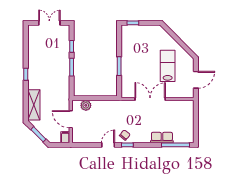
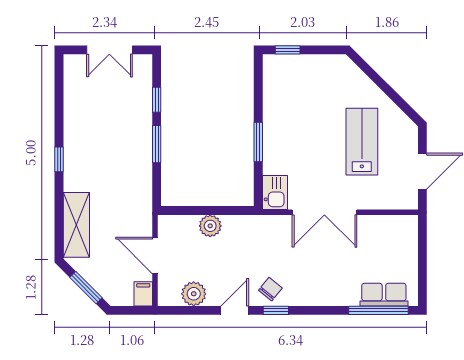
double door: (49, 23) -> (109, 50), swing flipped
kitchen sink: (127, 90) -> (275, 192), added
double door: (150, 99) -> (324, 212), swing flipped
plant: (86, 105) -> (210, 226), moved
plant: (89, 137) -> (194, 294), added
row of seats: (162, 138) -> (384, 295), moved

